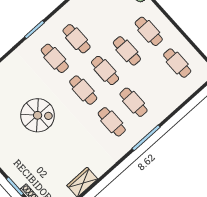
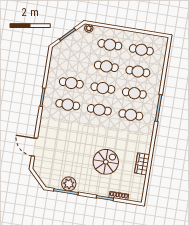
cafe table: (155, 83) -> (138, 71), added
spiral stairs: (38, 115) -> (106, 162), moved

